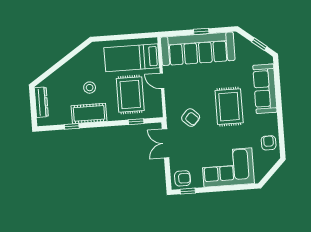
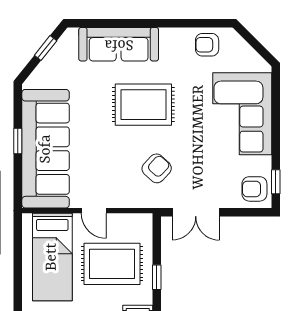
door: (162, 81) -> (94, 211), hinge flipped
window: (136, 122) -> (157, 277), moved
armchair: (182, 178) -> (254, 189), turned -90

